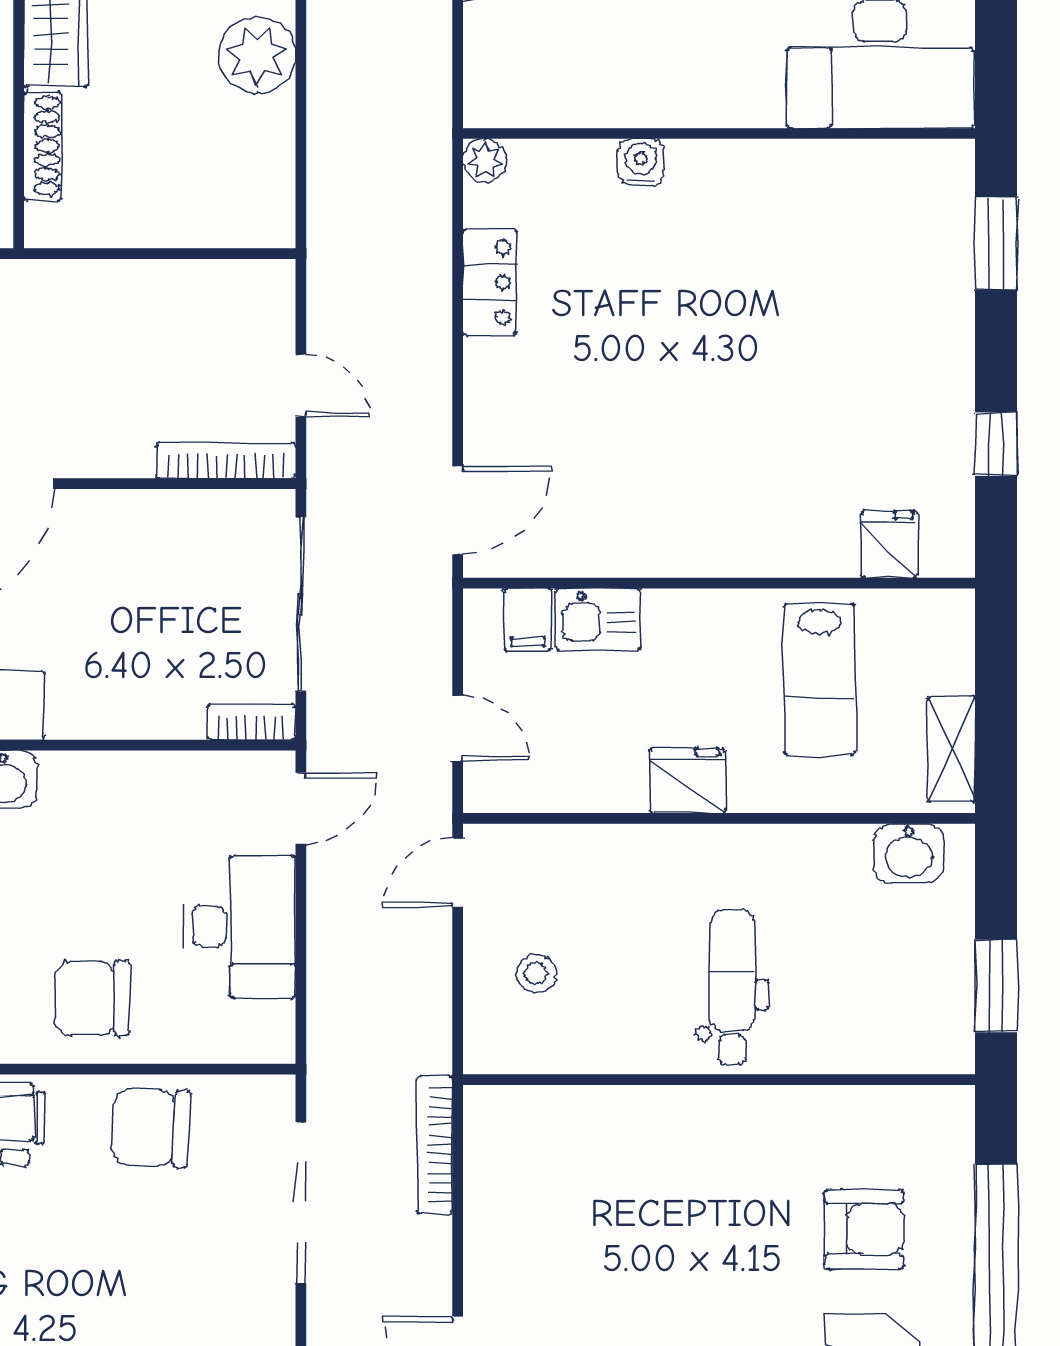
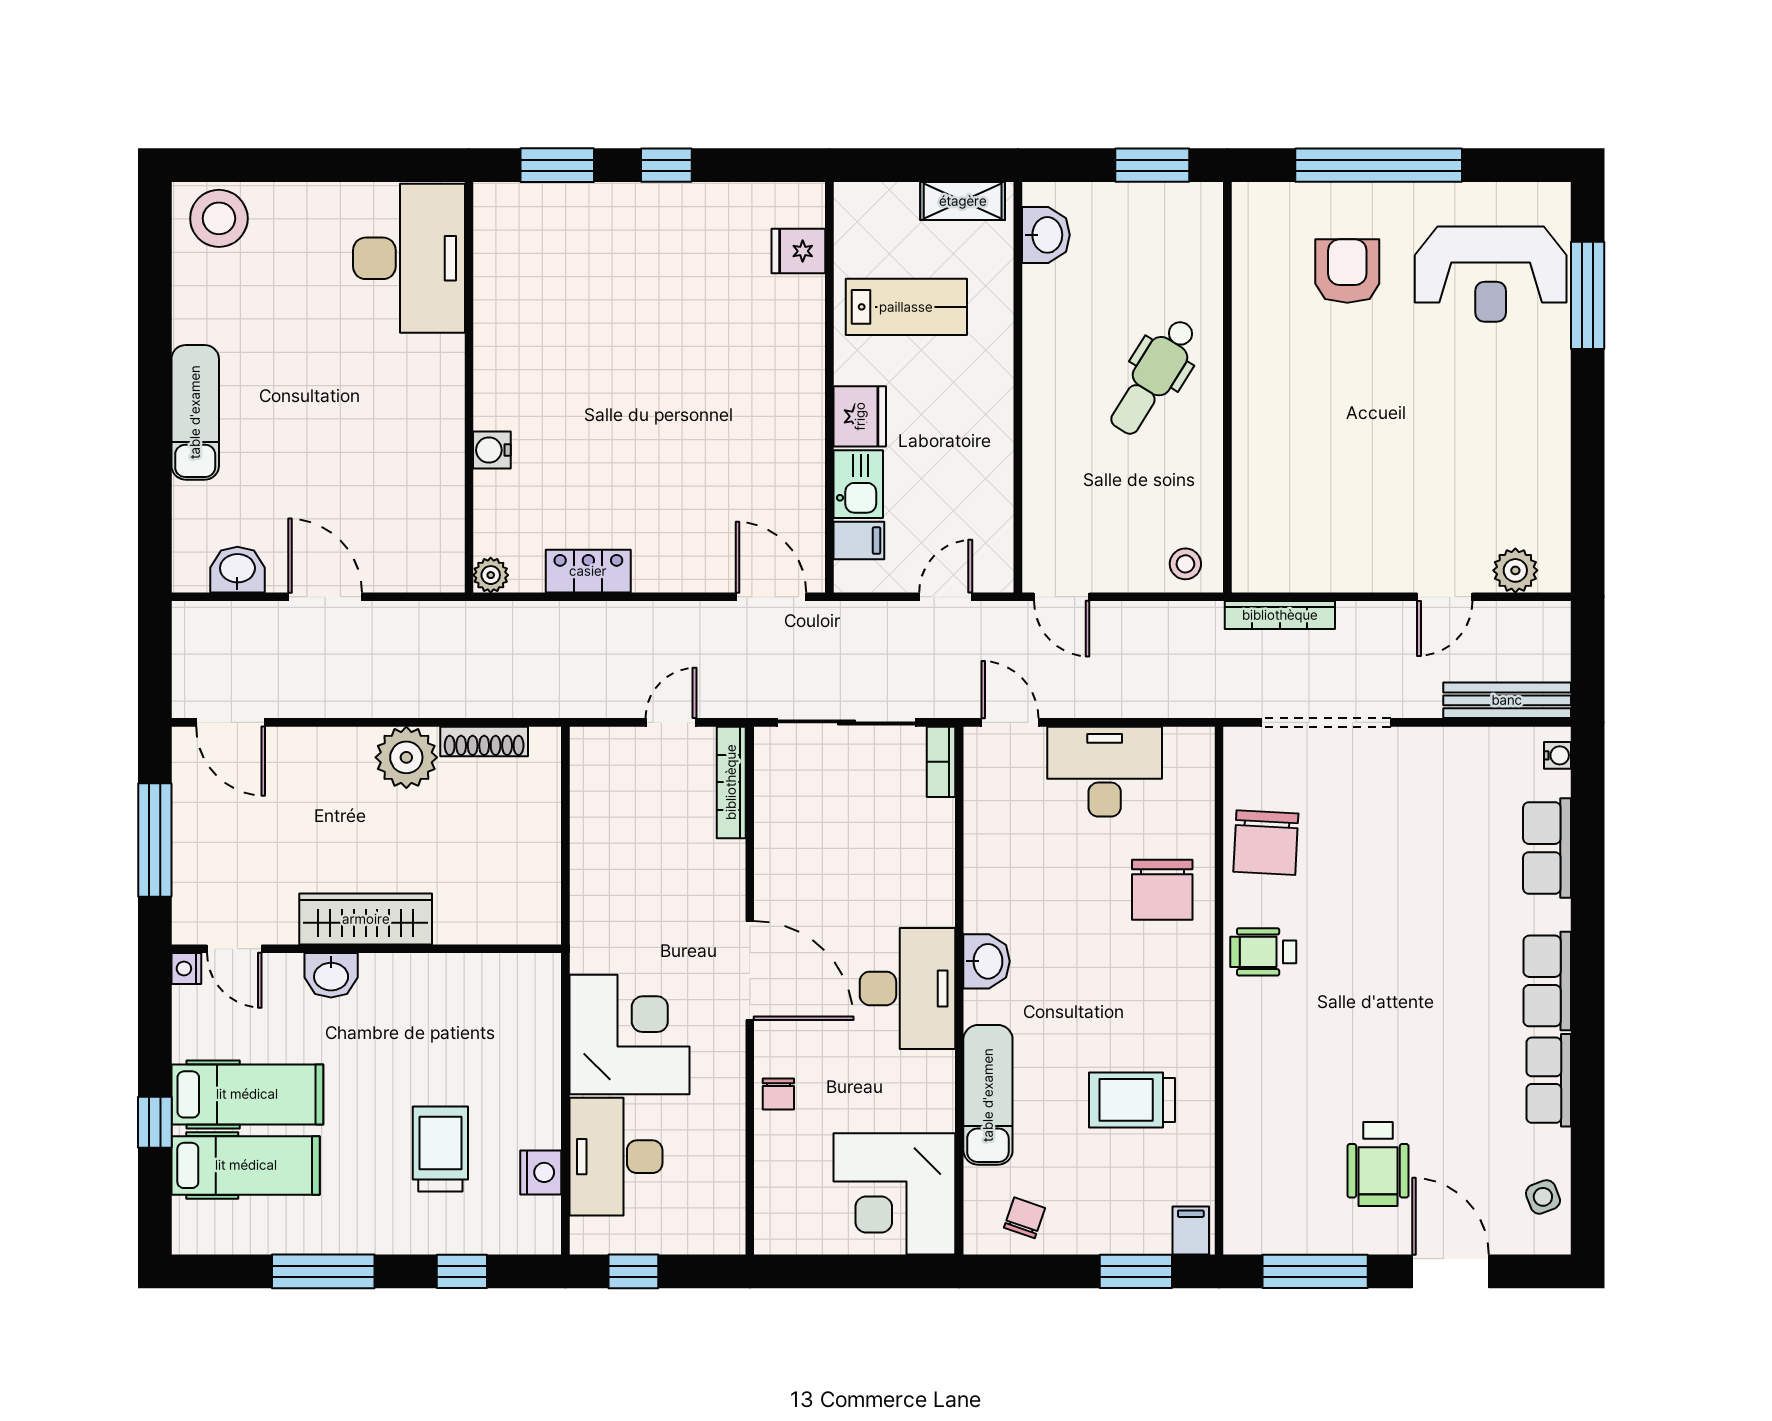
shoe rack: (42, 146) -> (484, 741), moved, turned 180
window: (996, 444) -> (666, 165), moved
fridge: (688, 780) -> (860, 416), moved, turned 180
stool: (536, 974) -> (1185, 564), moved
dental chair: (732, 987) -> (1153, 377), turned -58

